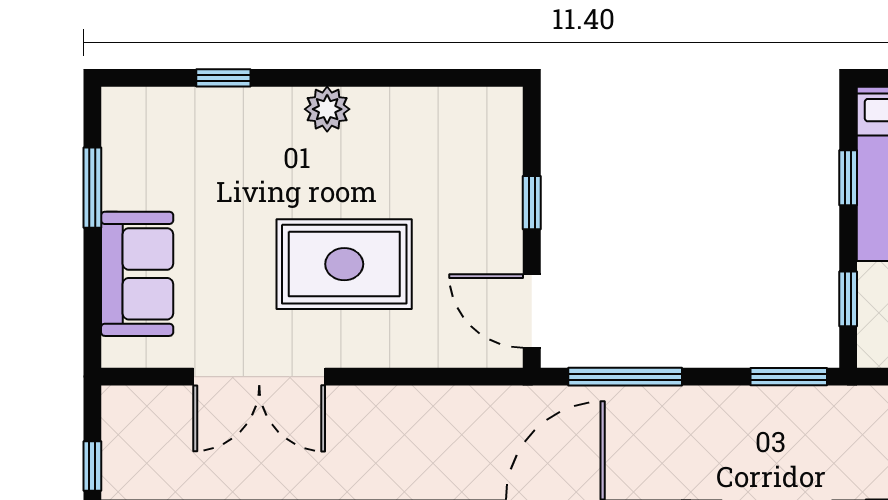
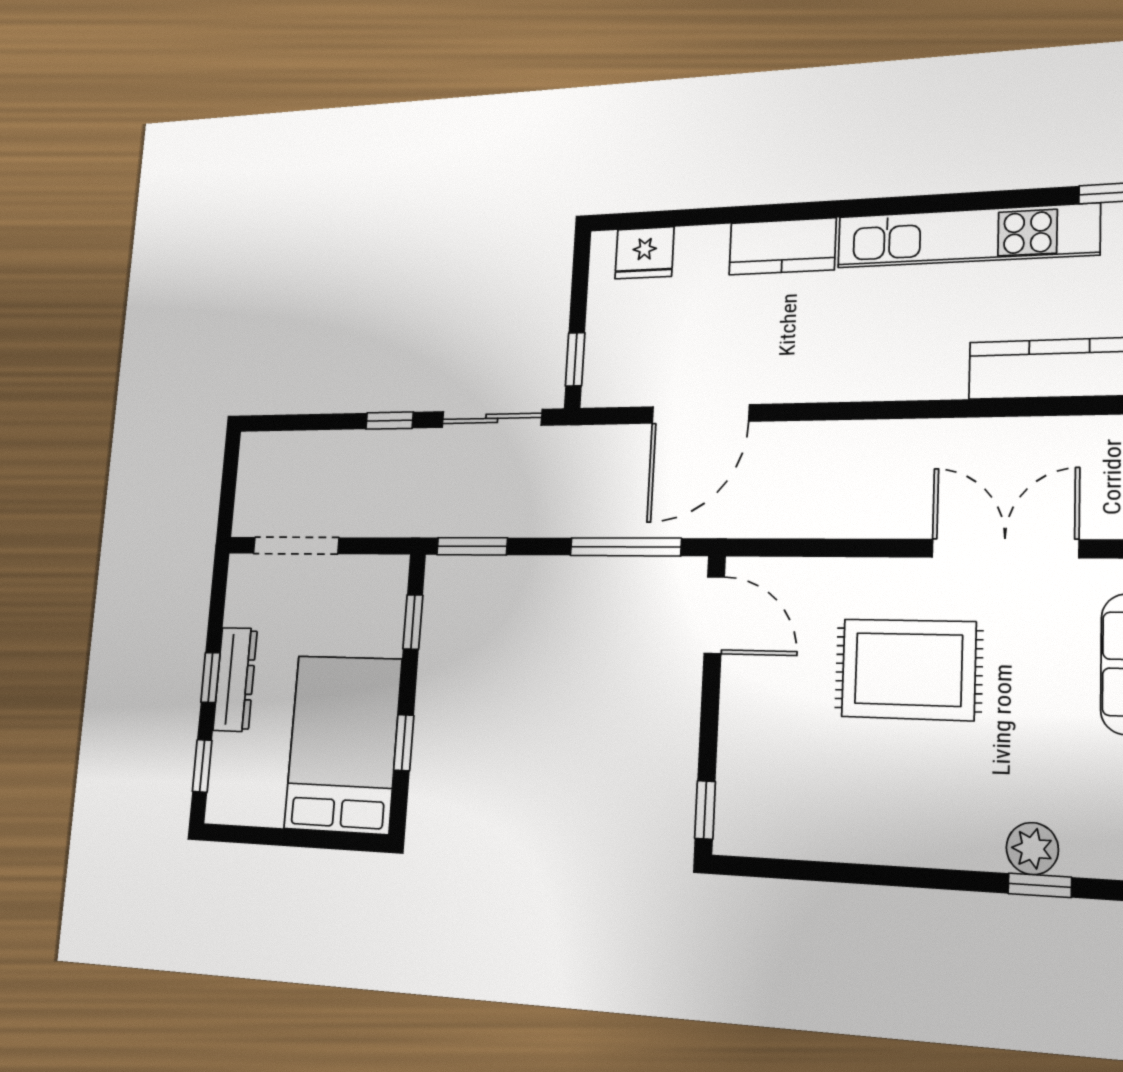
plant: (327, 109) -> (1032, 849), moved
window: (532, 203) -> (705, 810), moved

